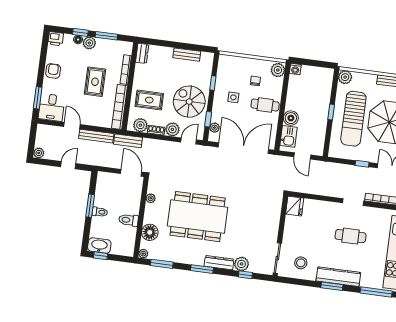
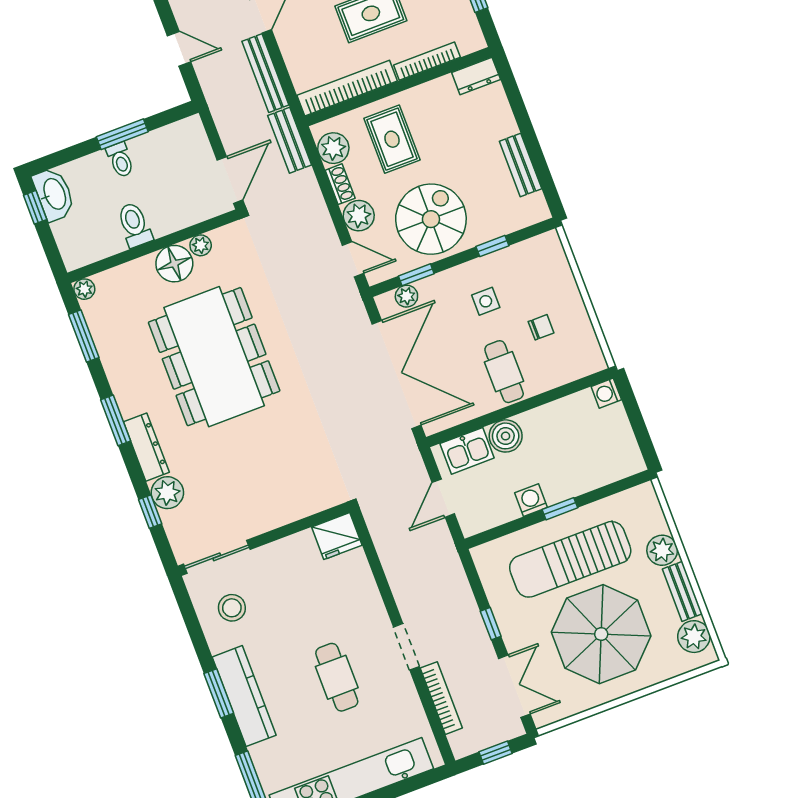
plant: (278, 70) -> (586, 360), removed
plant: (345, 77) -> (662, 550), moved
washing machine: (322, 122) -> (531, 500), added
floor lamp: (150, 232) -> (174, 264), moved

